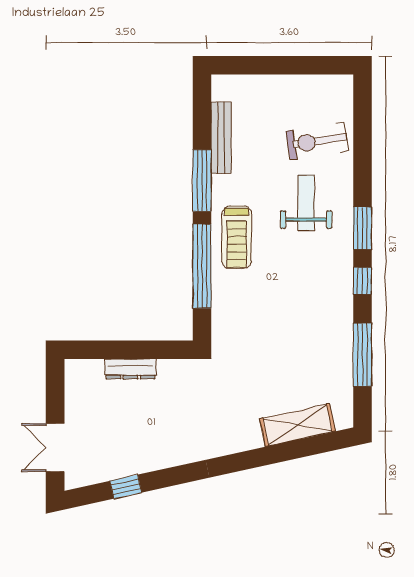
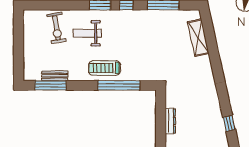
bench: (221, 138) -> (55, 76), width x0.73
window: (202, 181) -> (50, 85), moved
treadmill: (237, 237) -> (105, 68), turned 180

